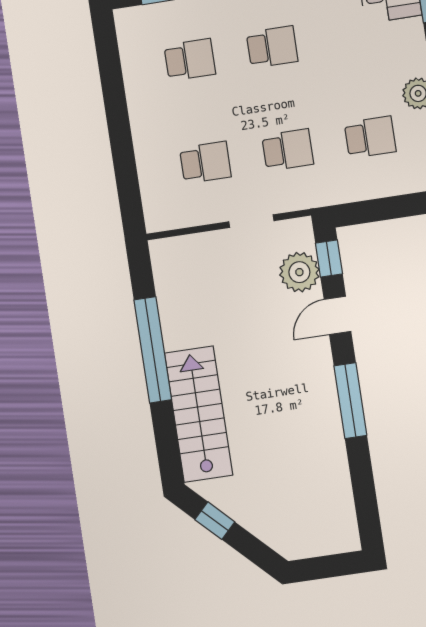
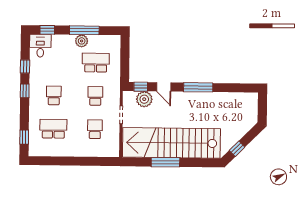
school desk: (190, 60) -> (53, 129), width x1.85
school desk: (370, 137) -> (96, 63), width x1.85
window: (153, 350) -> (165, 162), width x0.68
stairs: (199, 414) -> (171, 143), width x1.86, depth x1.51

